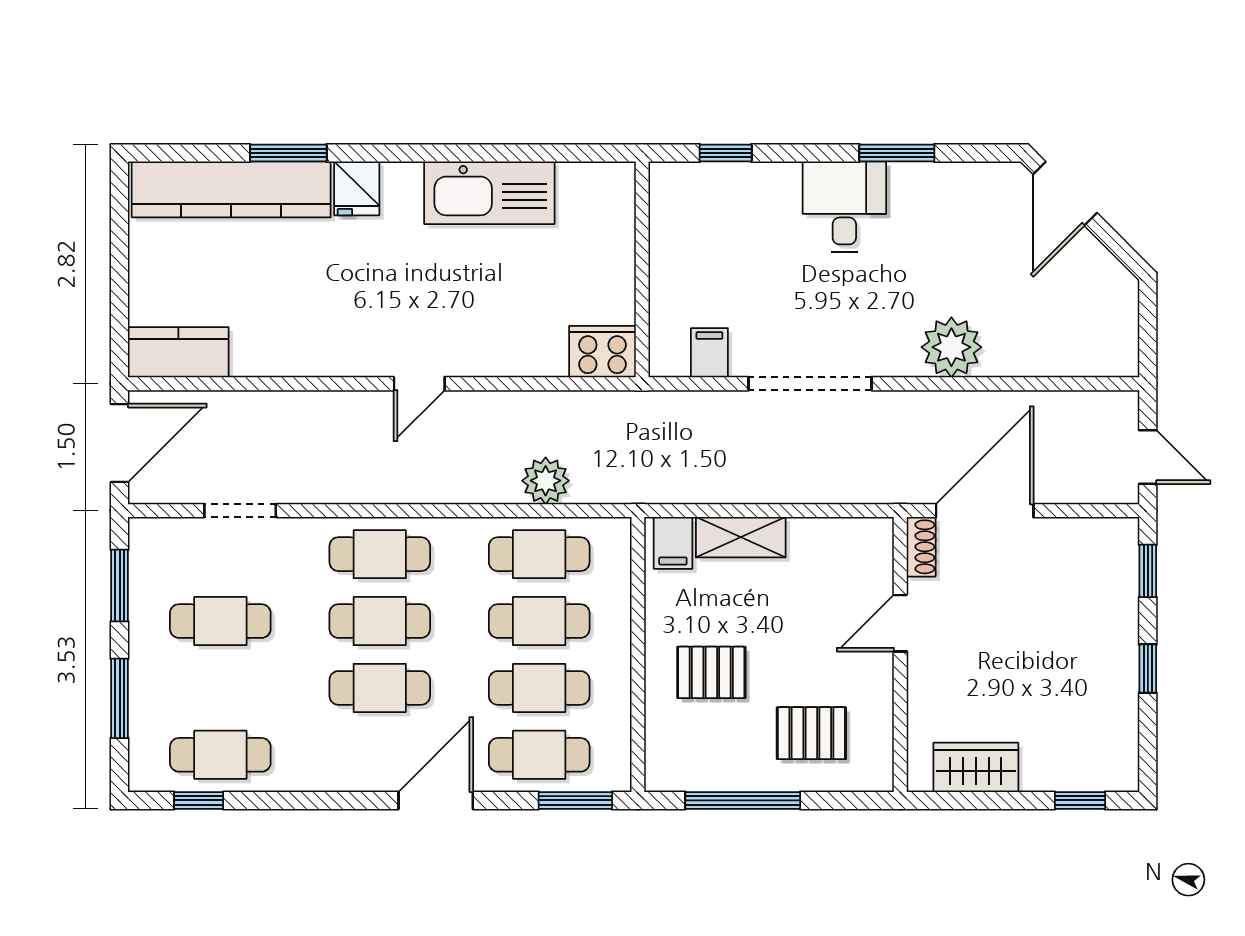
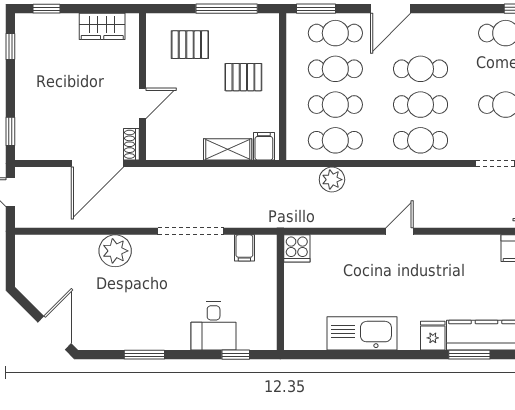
desk: (844, 207) -> (214, 326), moved
cooker: (602, 352) -> (297, 248), width x0.73
window: (1148, 669) -> (10, 46), moved

